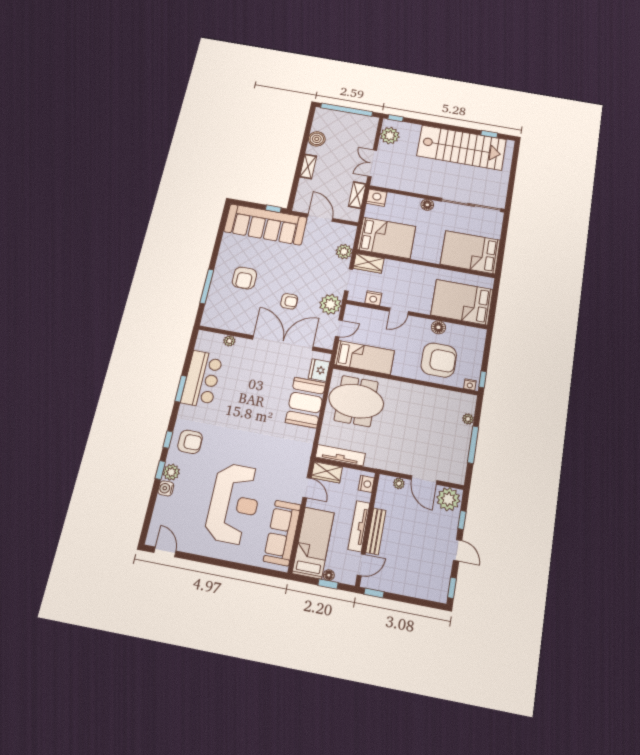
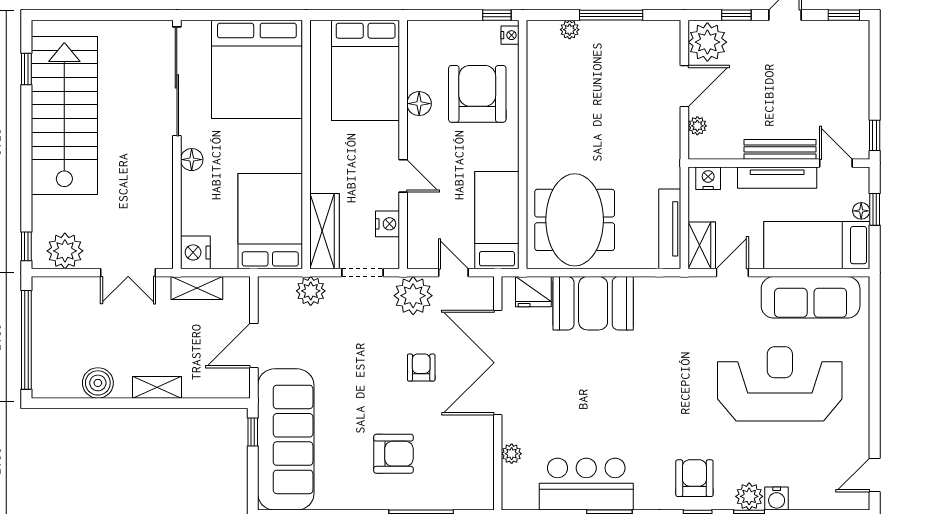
bed: (470, 252) -> (257, 69), width x1.36
wardrobe: (369, 263) -> (325, 231), width x1.50

